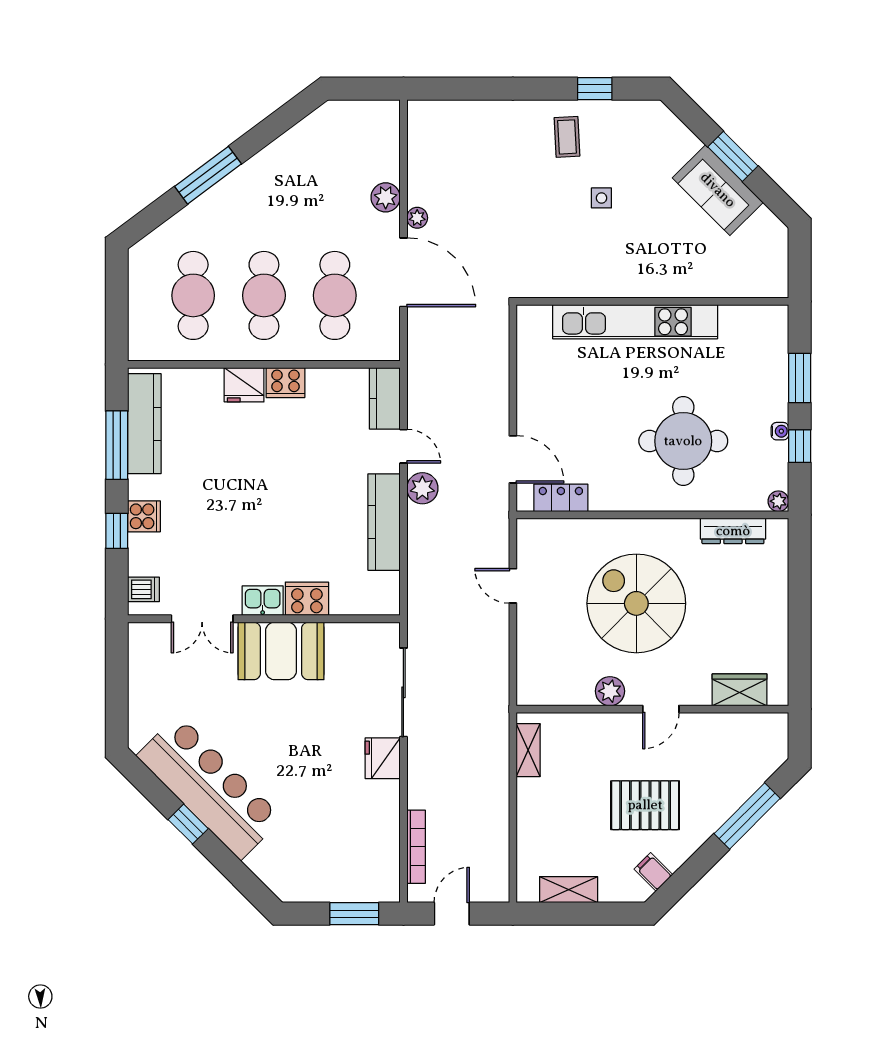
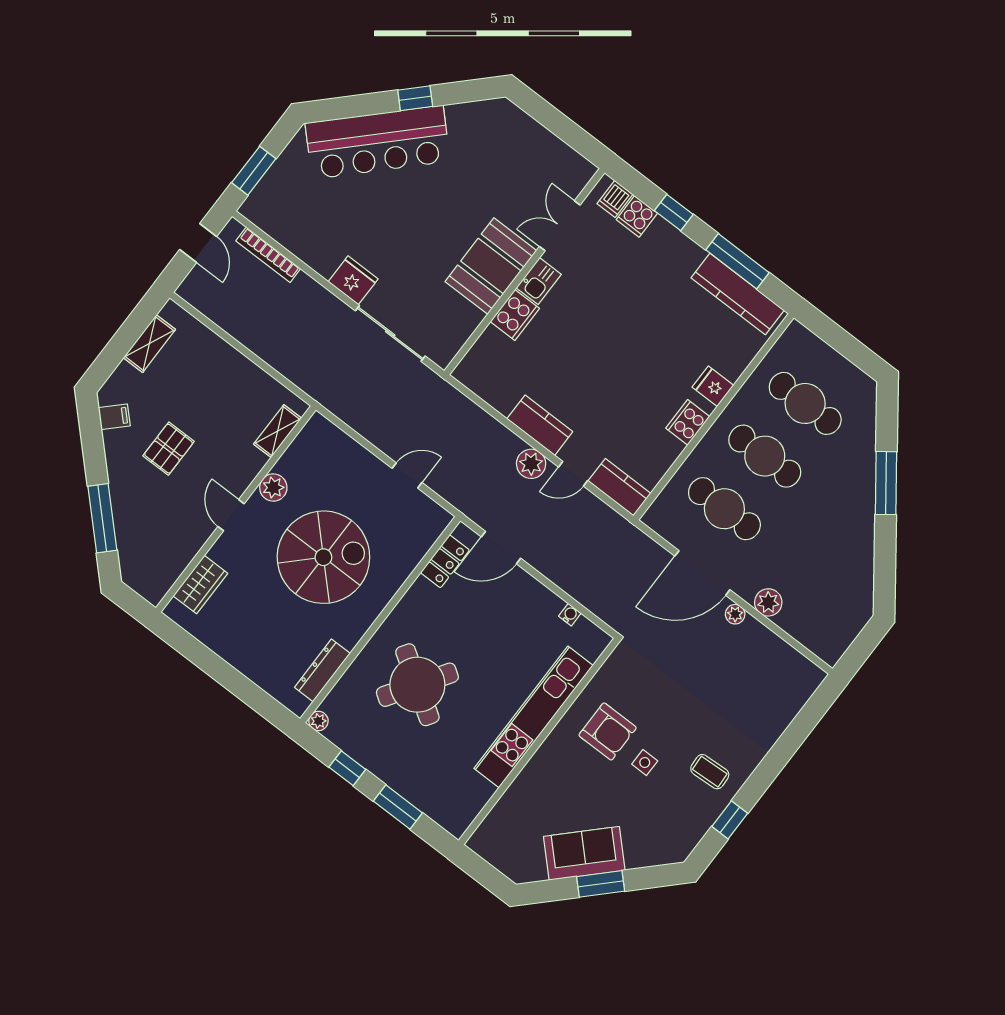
armchair: (599, 250) -> (608, 731), added
fridge: (244, 385) -> (713, 386), width x0.72
water cooler: (780, 431) -> (570, 615), moved, turned 180
round table: (683, 441) -> (417, 685), turned 33
cooker: (144, 516) -> (637, 216), moved
kitchen counter: (384, 522) -> (540, 425), width x0.67
shelving: (528, 750) -> (278, 431), moved, turned 90
bar counter: (209, 787) -> (378, 142), moved
pallet: (645, 805) -> (169, 449), width x0.67, depth x0.71

